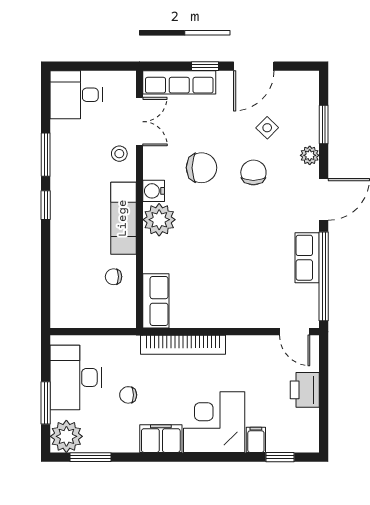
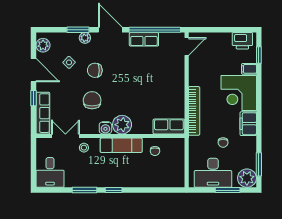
plant: (297, 83) -> (43, 45), added
window: (324, 124) -> (78, 30), moved
printer: (305, 390) -> (242, 41), moved

